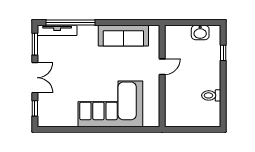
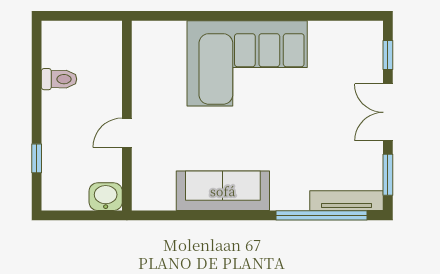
washbasin: (200, 32) -> (106, 197), moved
door: (162, 67) -> (127, 133), moved
wall: (162, 76) -> (127, 116), moved

